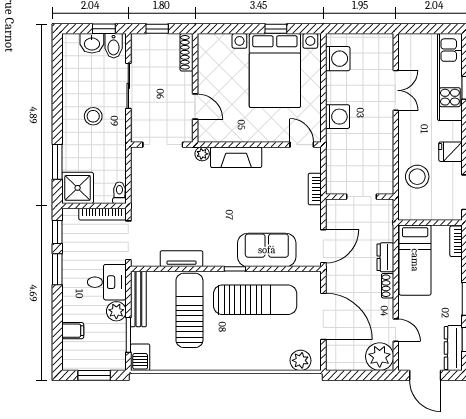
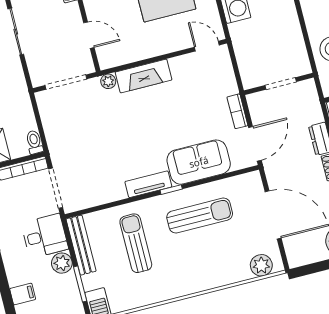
bookcase: (315, 189) -> (237, 111), moved
tv unit: (181, 259) -> (148, 184), moved
sun lounger: (255, 300) -> (200, 216), width x0.73, depth x0.75
sun lounger: (189, 310) -> (136, 243), width x0.73, depth x0.75

